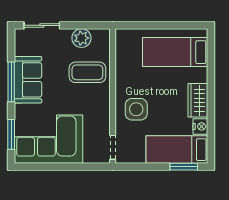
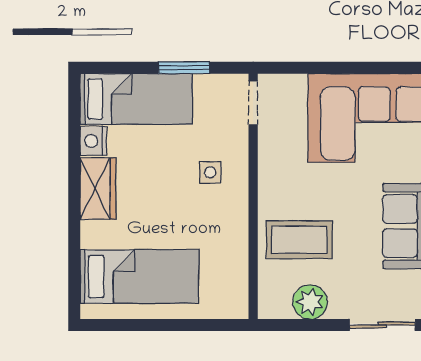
side table: (136, 109) -> (210, 172), width x0.54, depth x0.54
window: (184, 167) -> (184, 68), moved

